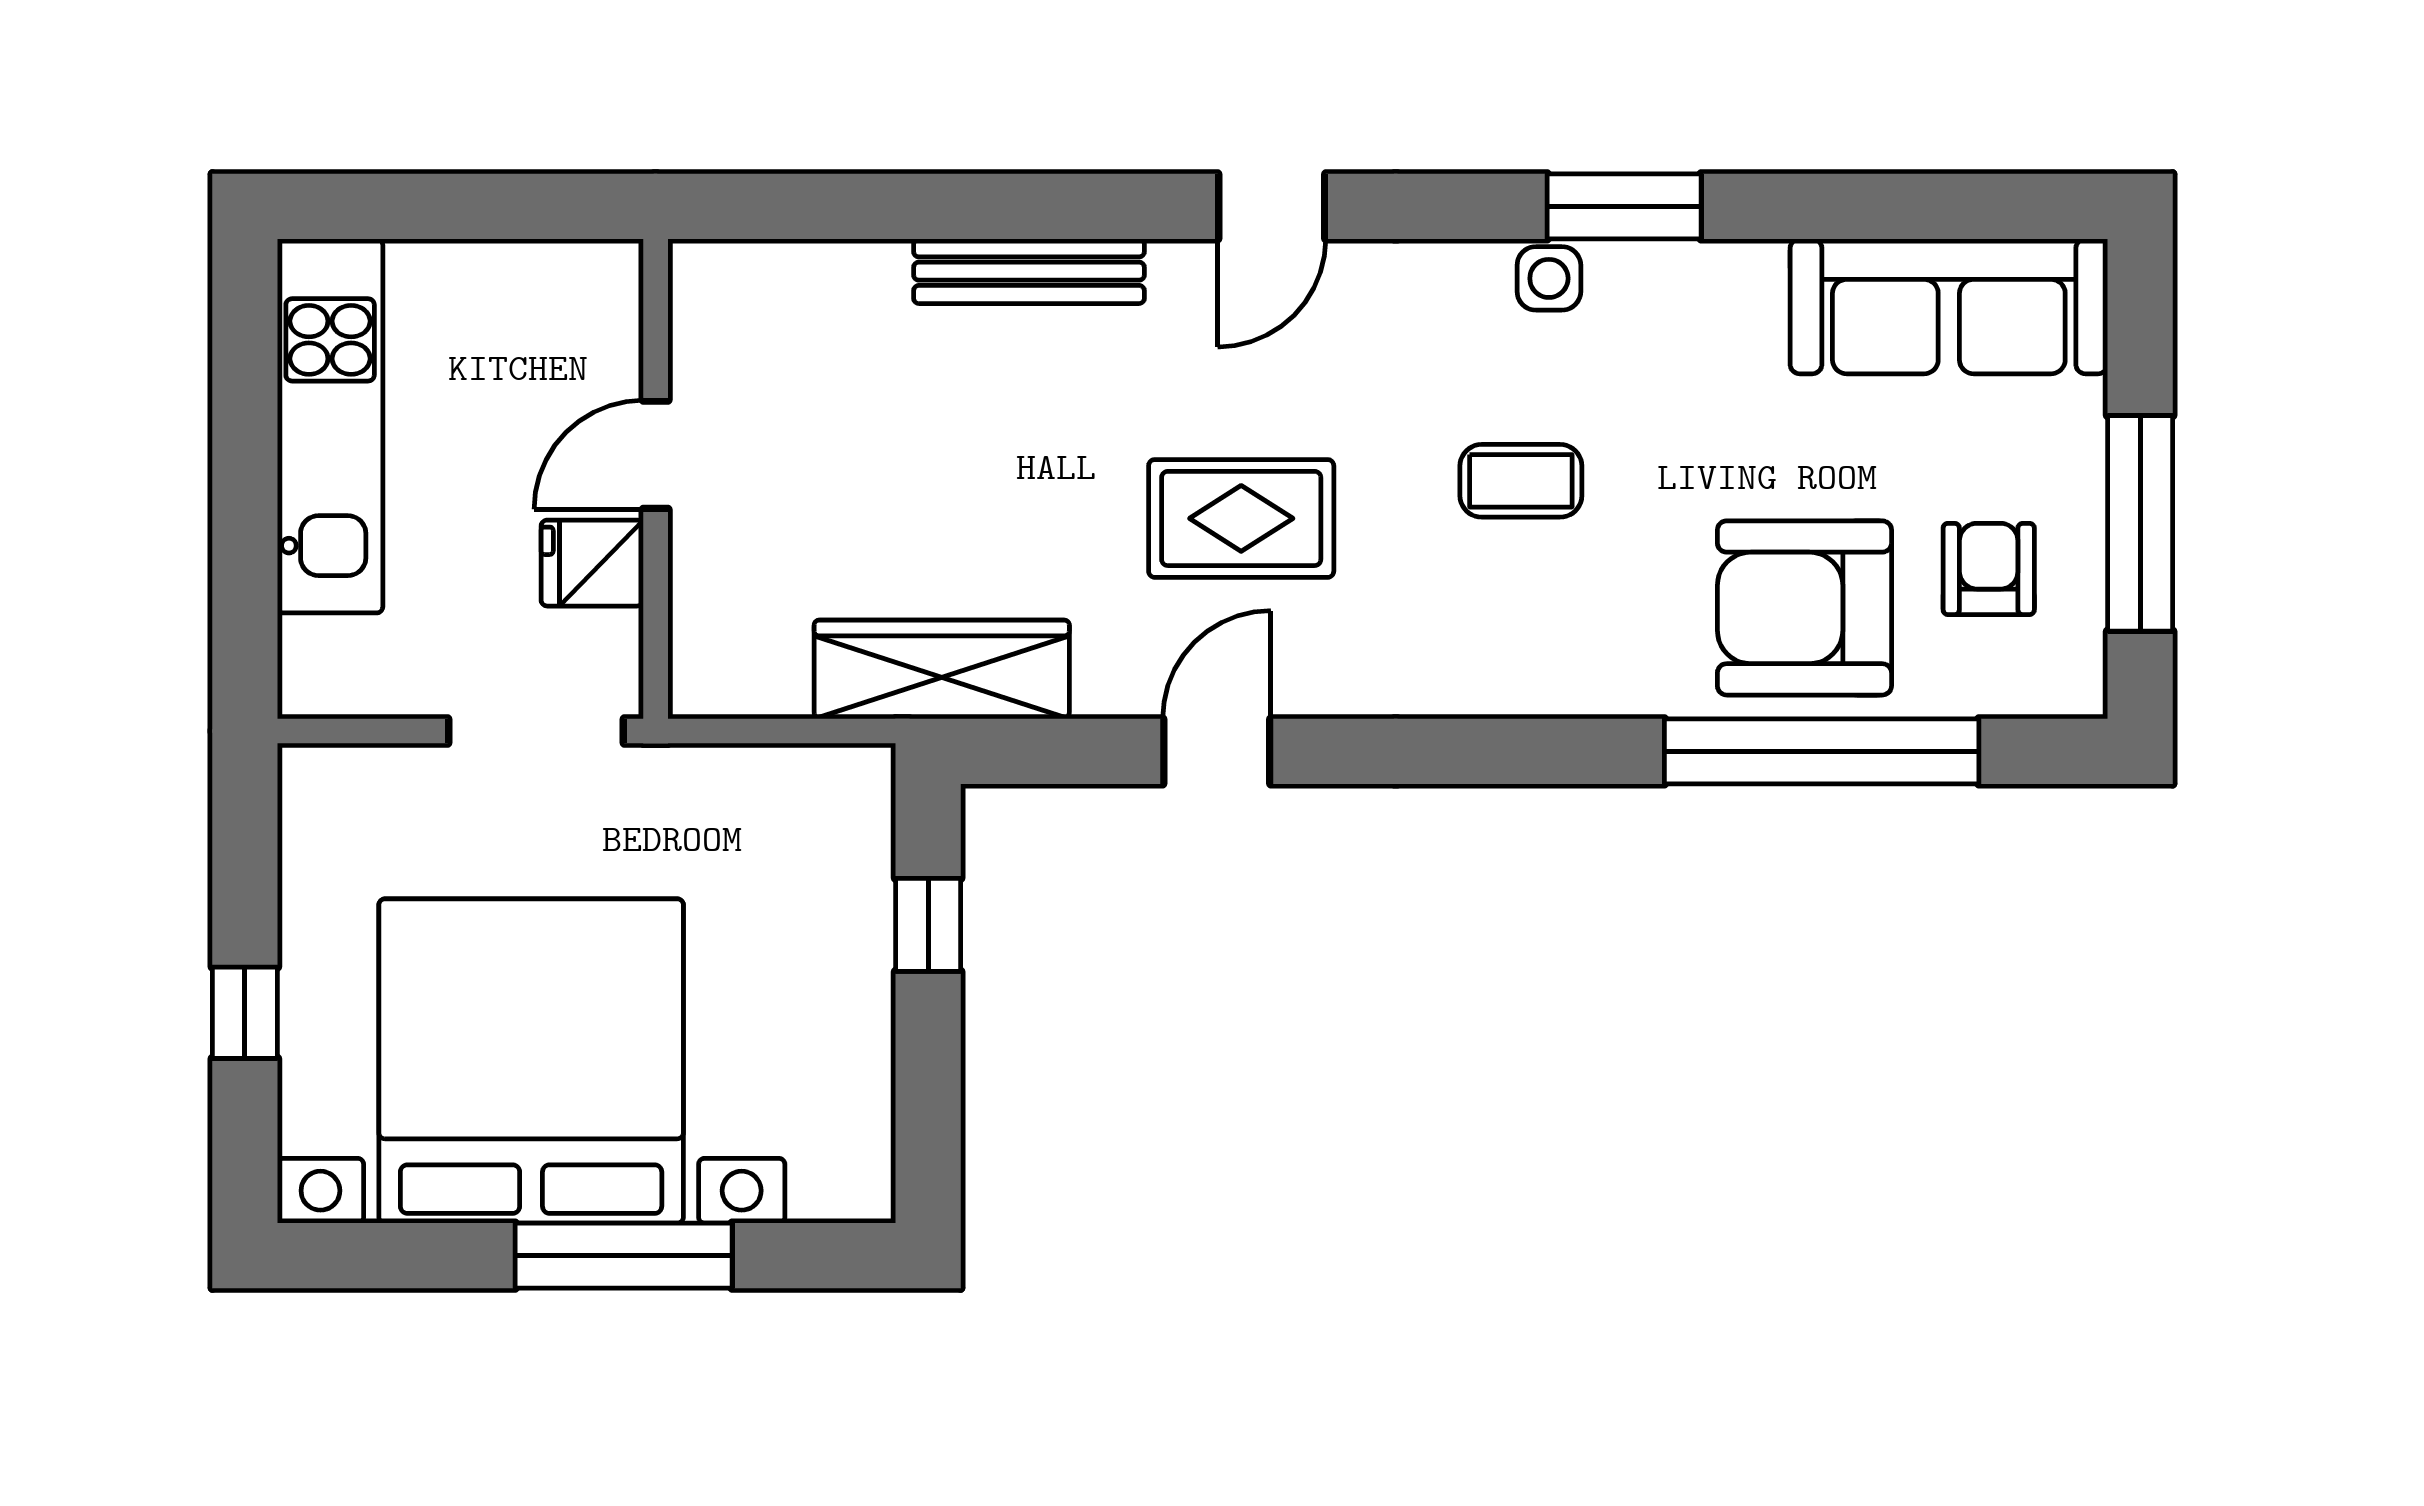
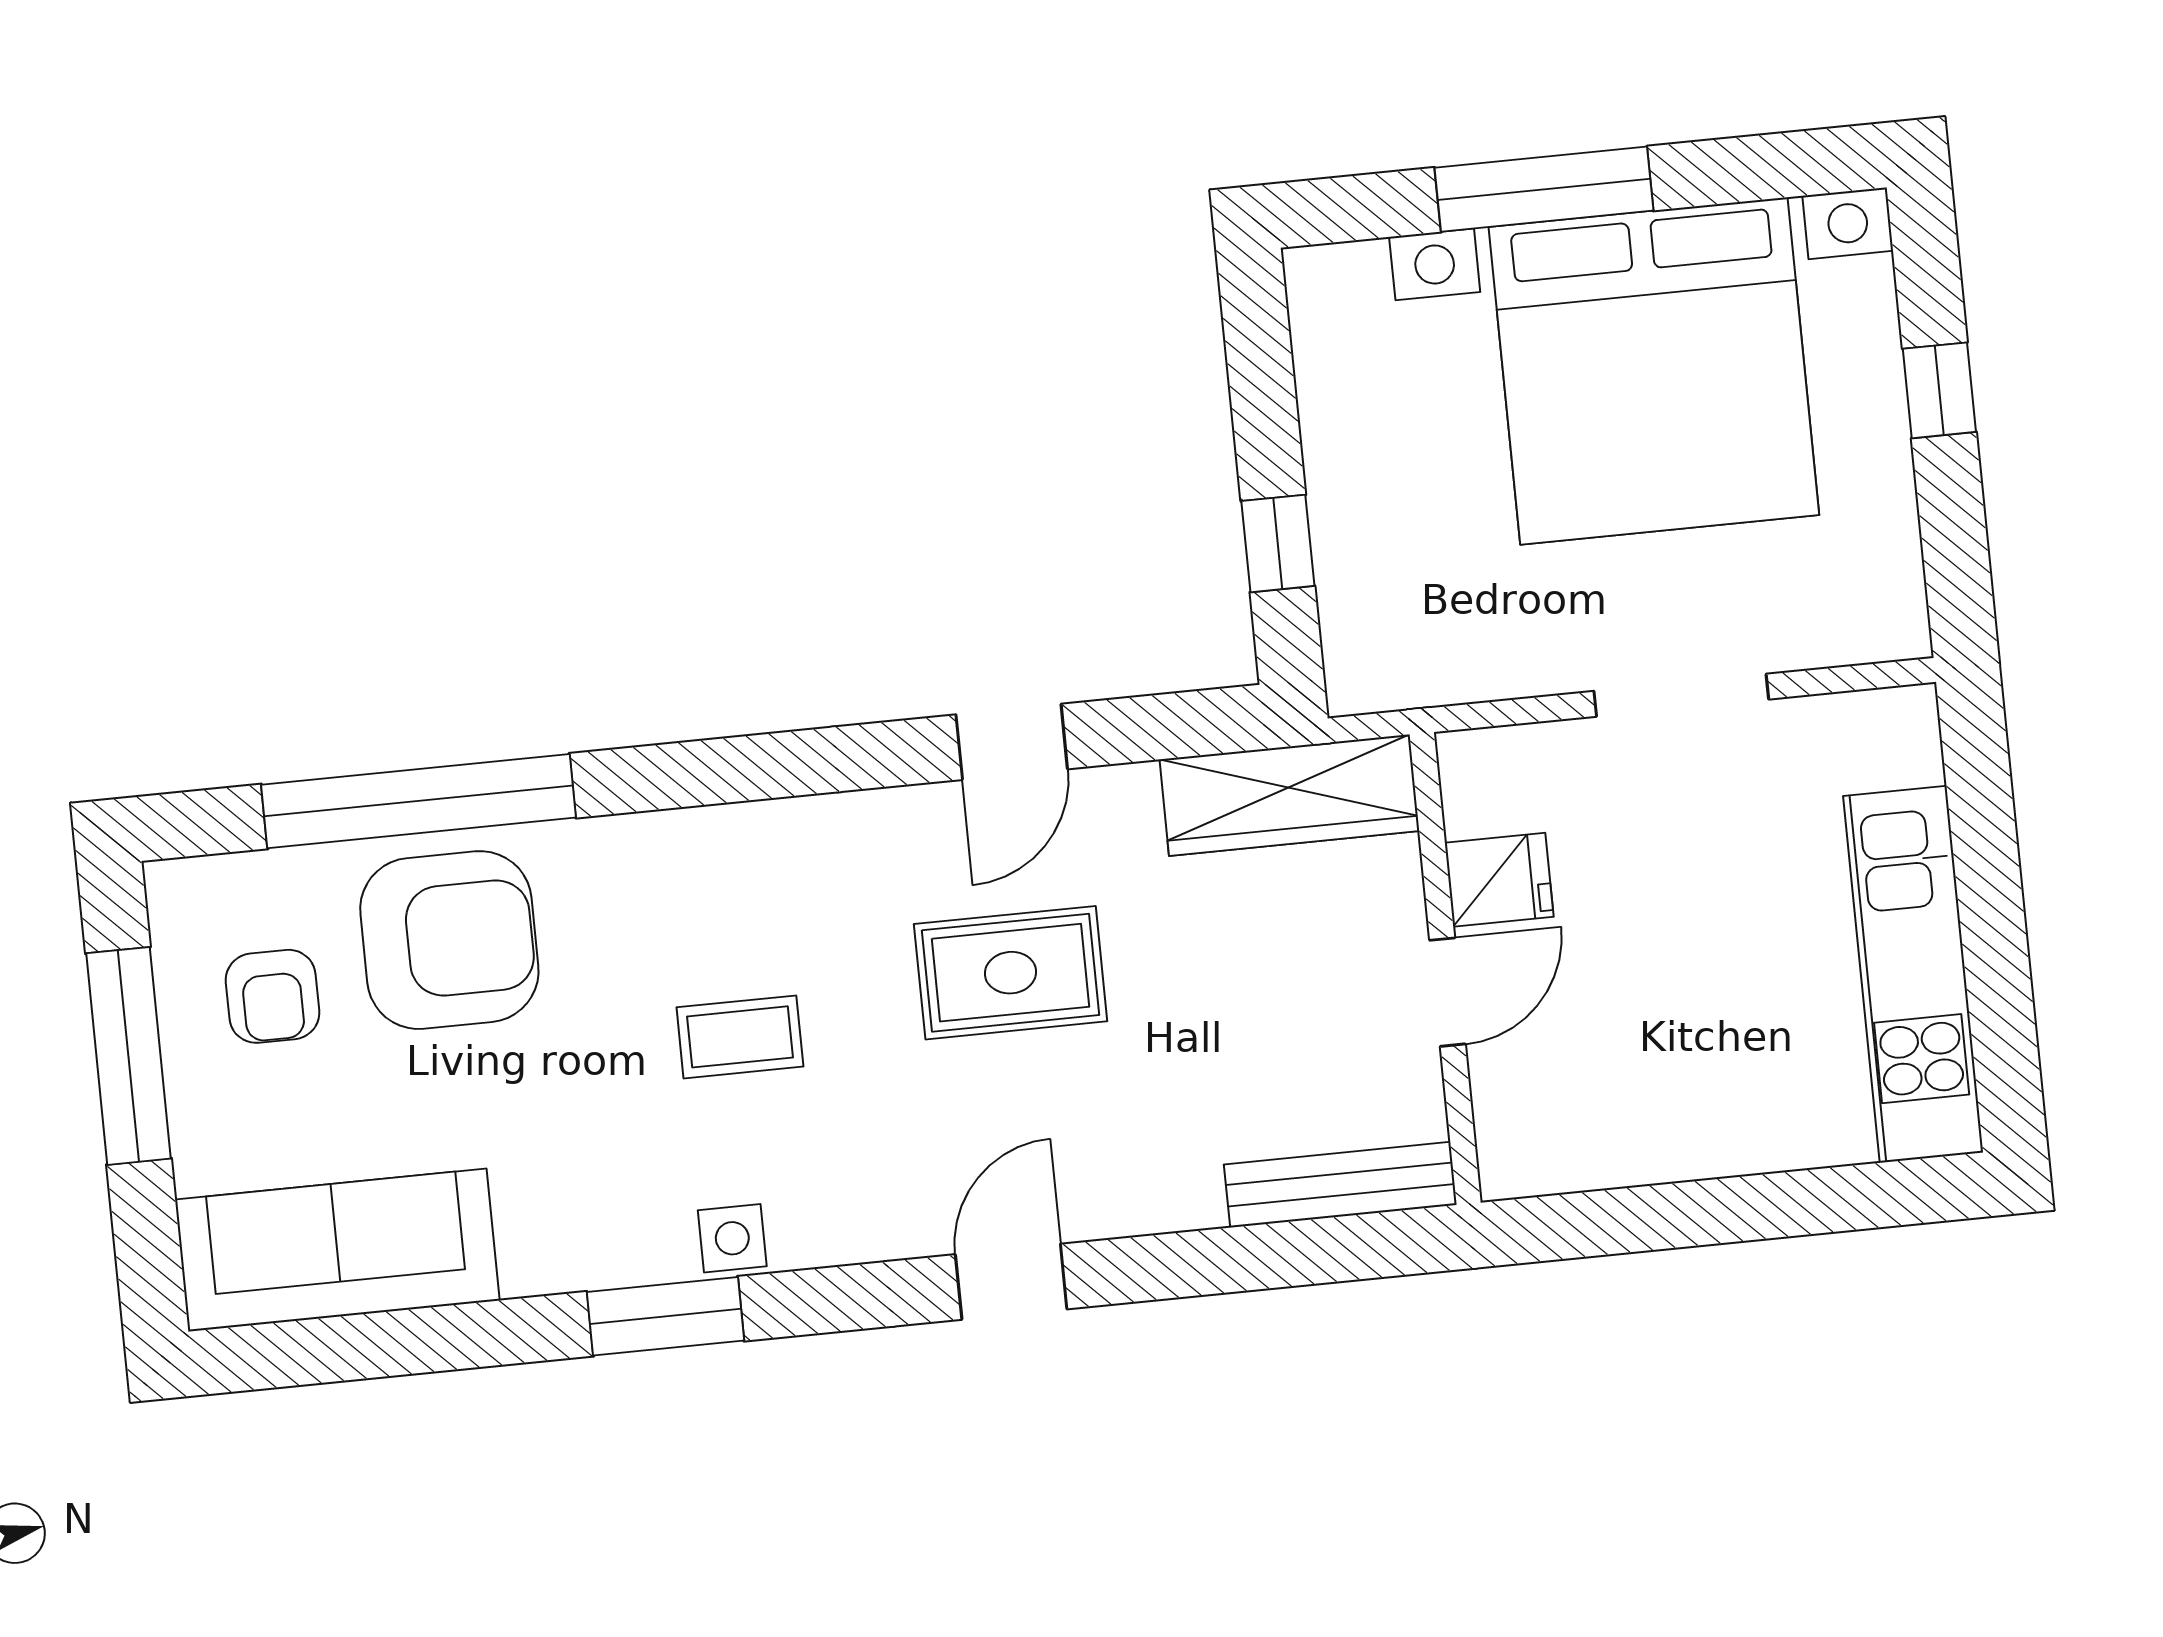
bench: (1029, 271) -> (1340, 1185), moved
door: (656, 455) -> (1448, 992), moved
wall: (656, 479) -> (1445, 969), moved
fridge: (592, 563) -> (1499, 880), moved

